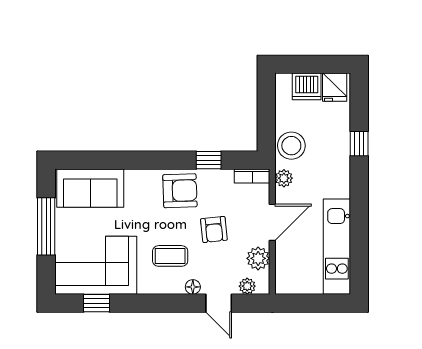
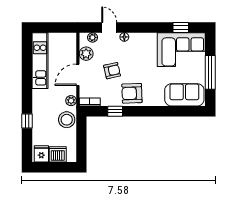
armchair: (214, 229) -> (112, 71), turned 83
coffee table: (170, 256) -> (138, 55), removed

